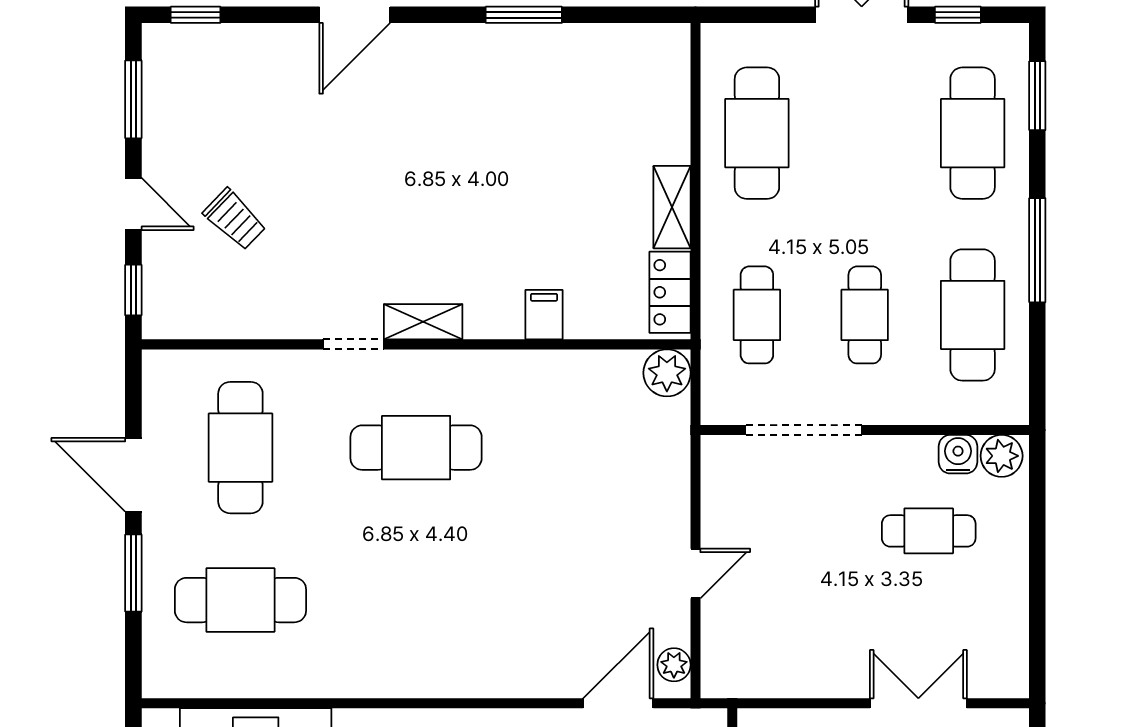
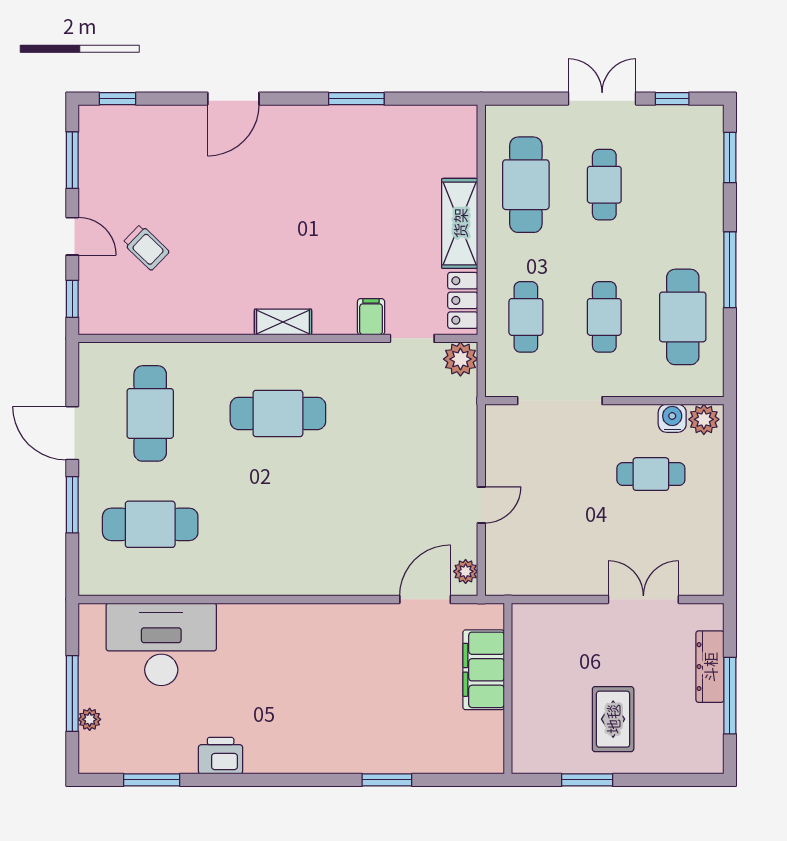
cafe table: (973, 133) -> (604, 185), moved, width x0.73, depth x0.74
shelving: (672, 207) -> (460, 223), width x1.50, depth x1.33
doorway: (353, 344) -> (412, 338), moved

